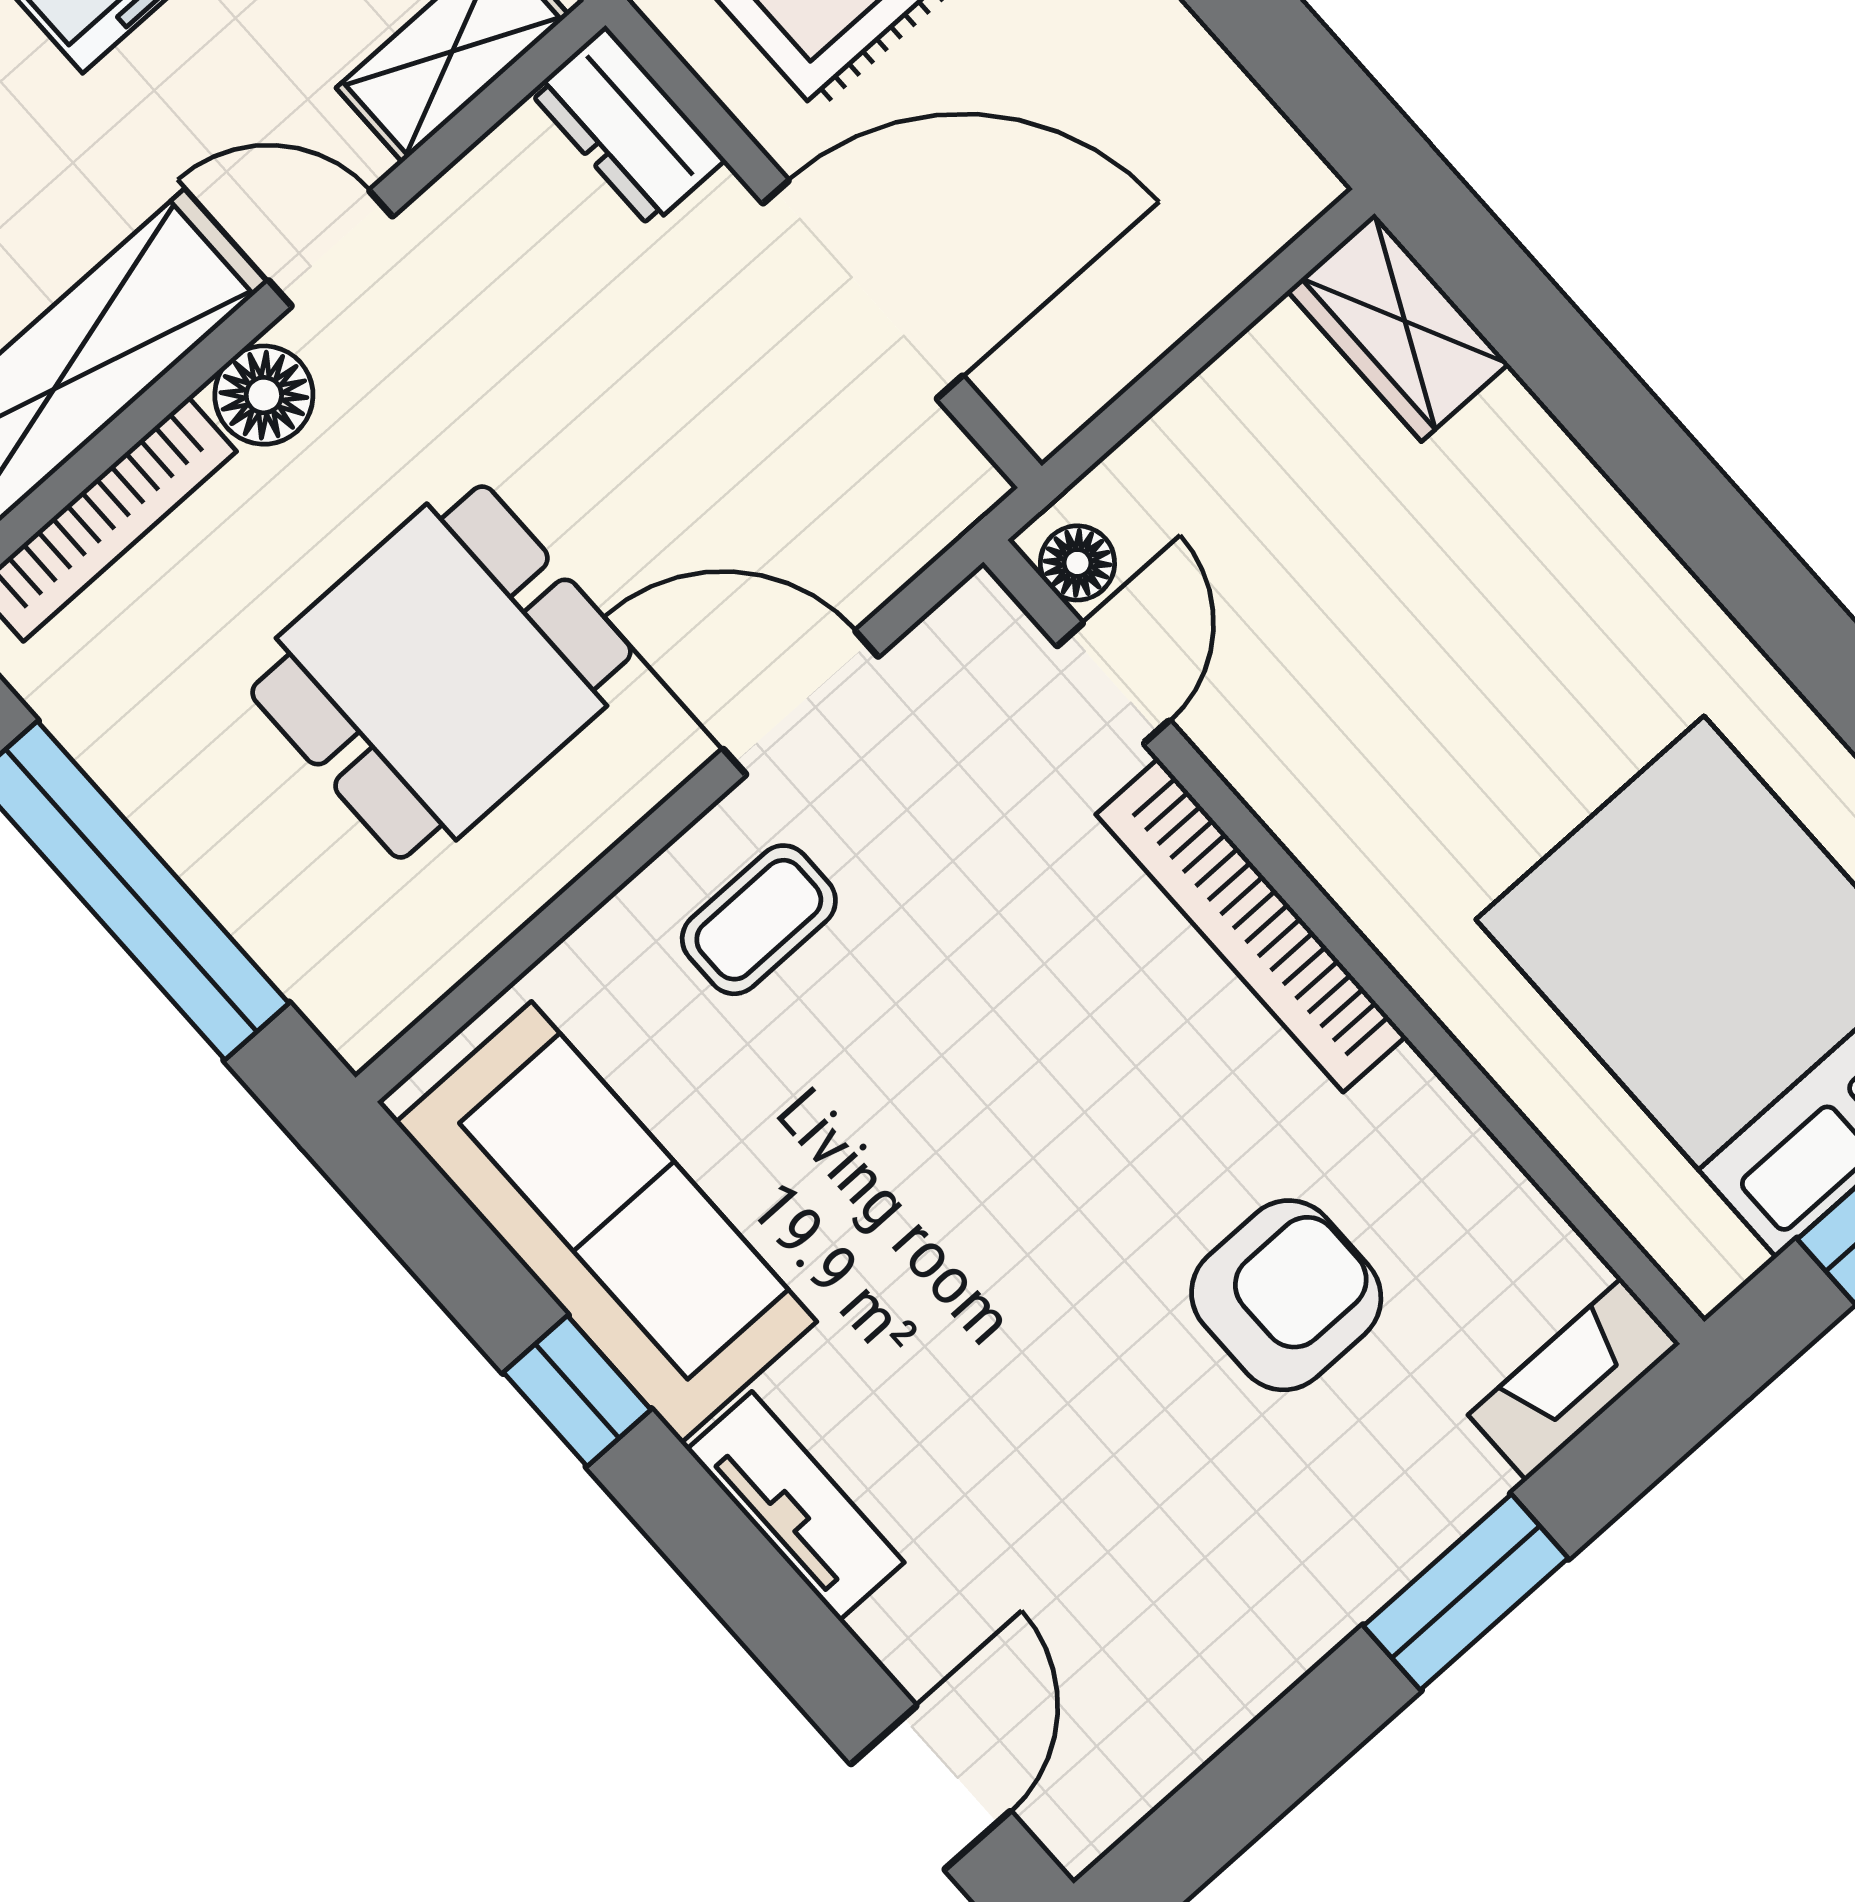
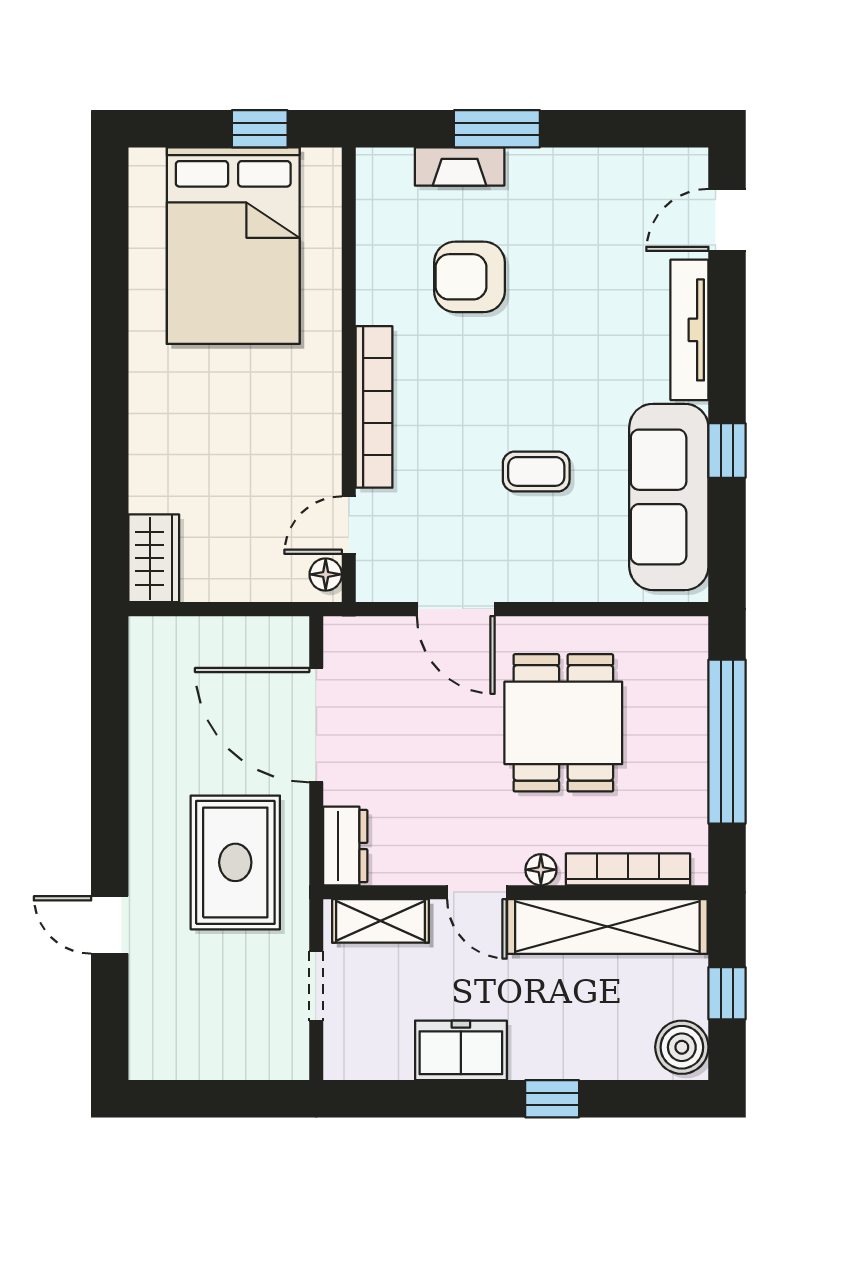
floor lamp: (264, 395) -> (541, 870), width x0.73, depth x0.73
dining table: (441, 672) -> (563, 723), turned 90
coffee table: (759, 920) -> (536, 471), moved
fireplace: (1574, 1379) -> (460, 166), moved
tv unit: (795, 1506) -> (689, 330), width x1.41

